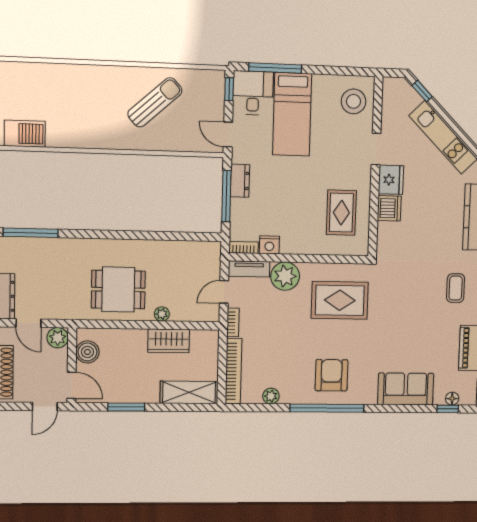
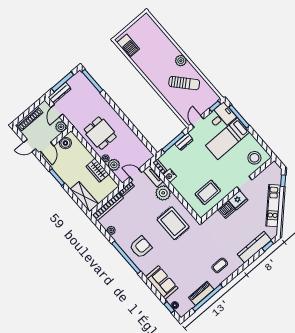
plant: (117, 77) -> (181, 61), added
plant: (182, 310) -> (114, 165), added

